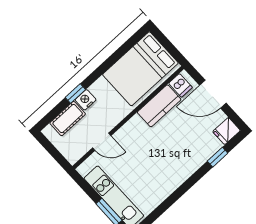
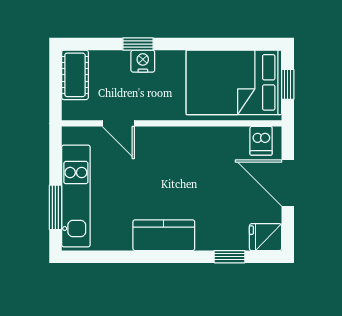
window: (168, 45) -> (288, 84), added
kitchen counter: (159, 106) -> (164, 235), moved, turned 180
cot: (68, 119) -> (75, 75), moved, turned 90

